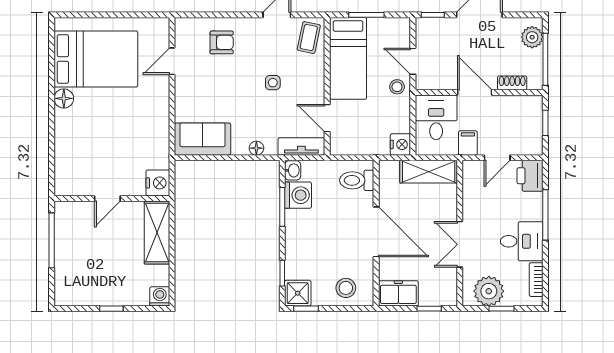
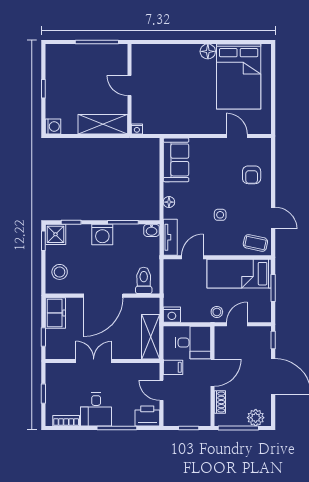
nightstand: (158, 183) -> (137, 129), width x0.53, depth x0.56
washing machine: (298, 195) -> (102, 235), moved
plant: (489, 291) -> (57, 384), removed

